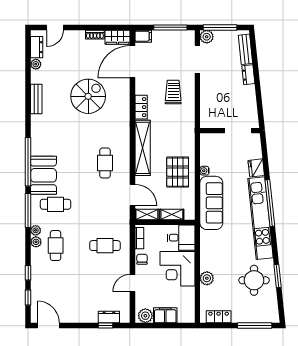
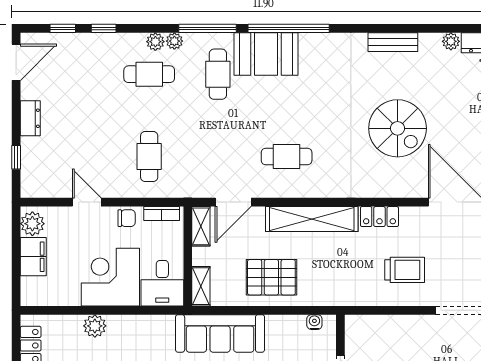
water cooler: (204, 171) -> (314, 322), moved
shelving: (172, 214) -> (201, 286), moved
dresser: (109, 317) -> (30, 118), moved

